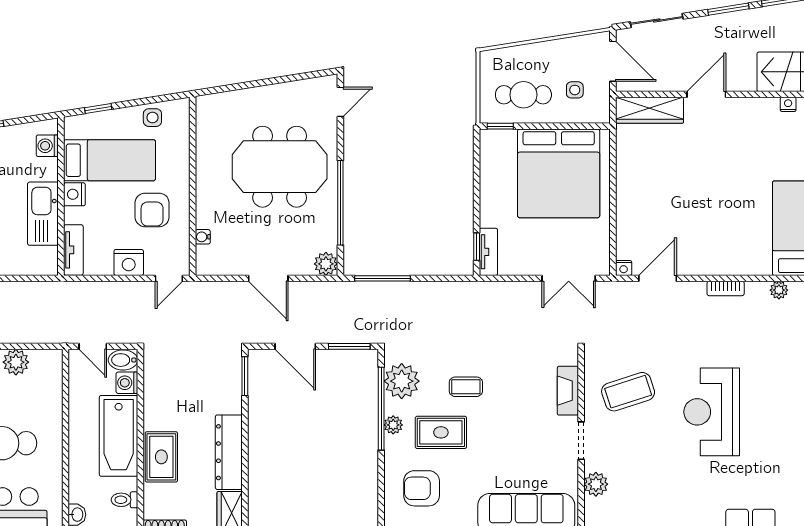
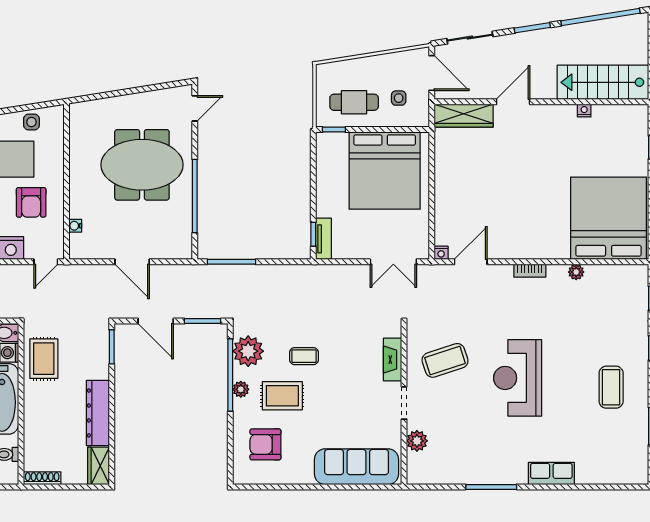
plant: (326, 264) -> (182, 249), removed
rug: (161, 457) -> (44, 359), moved

